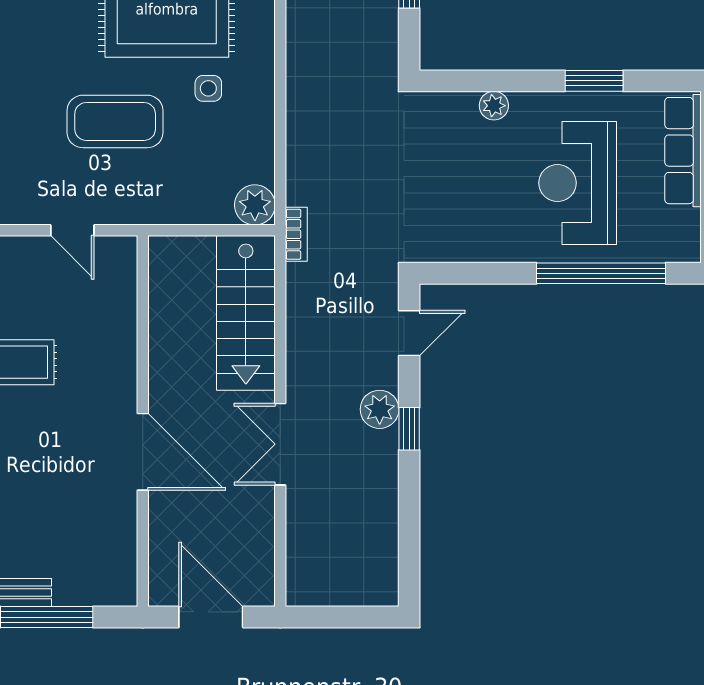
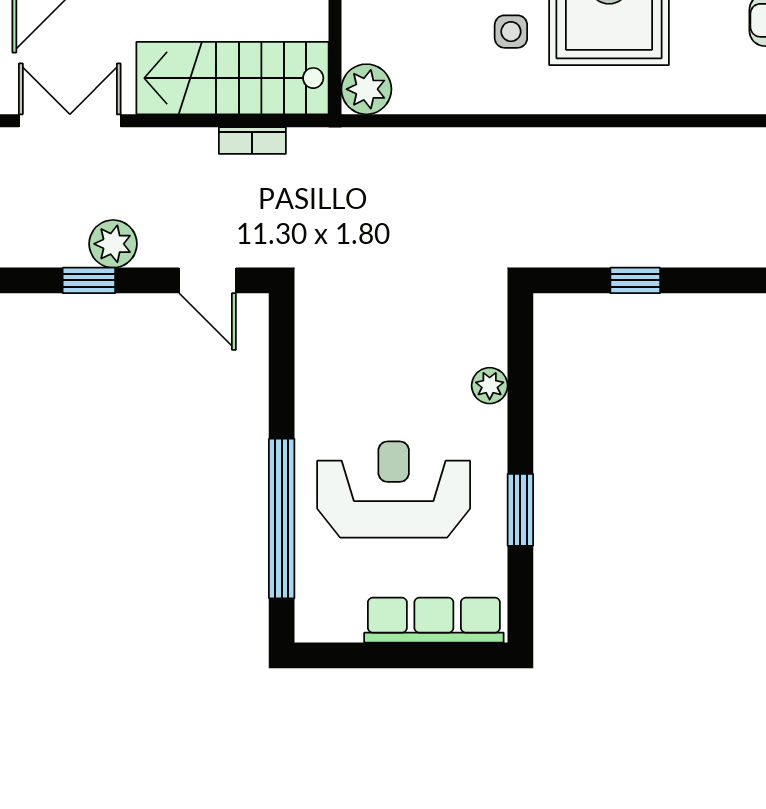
bookcase: (296, 234) -> (252, 140), moved

